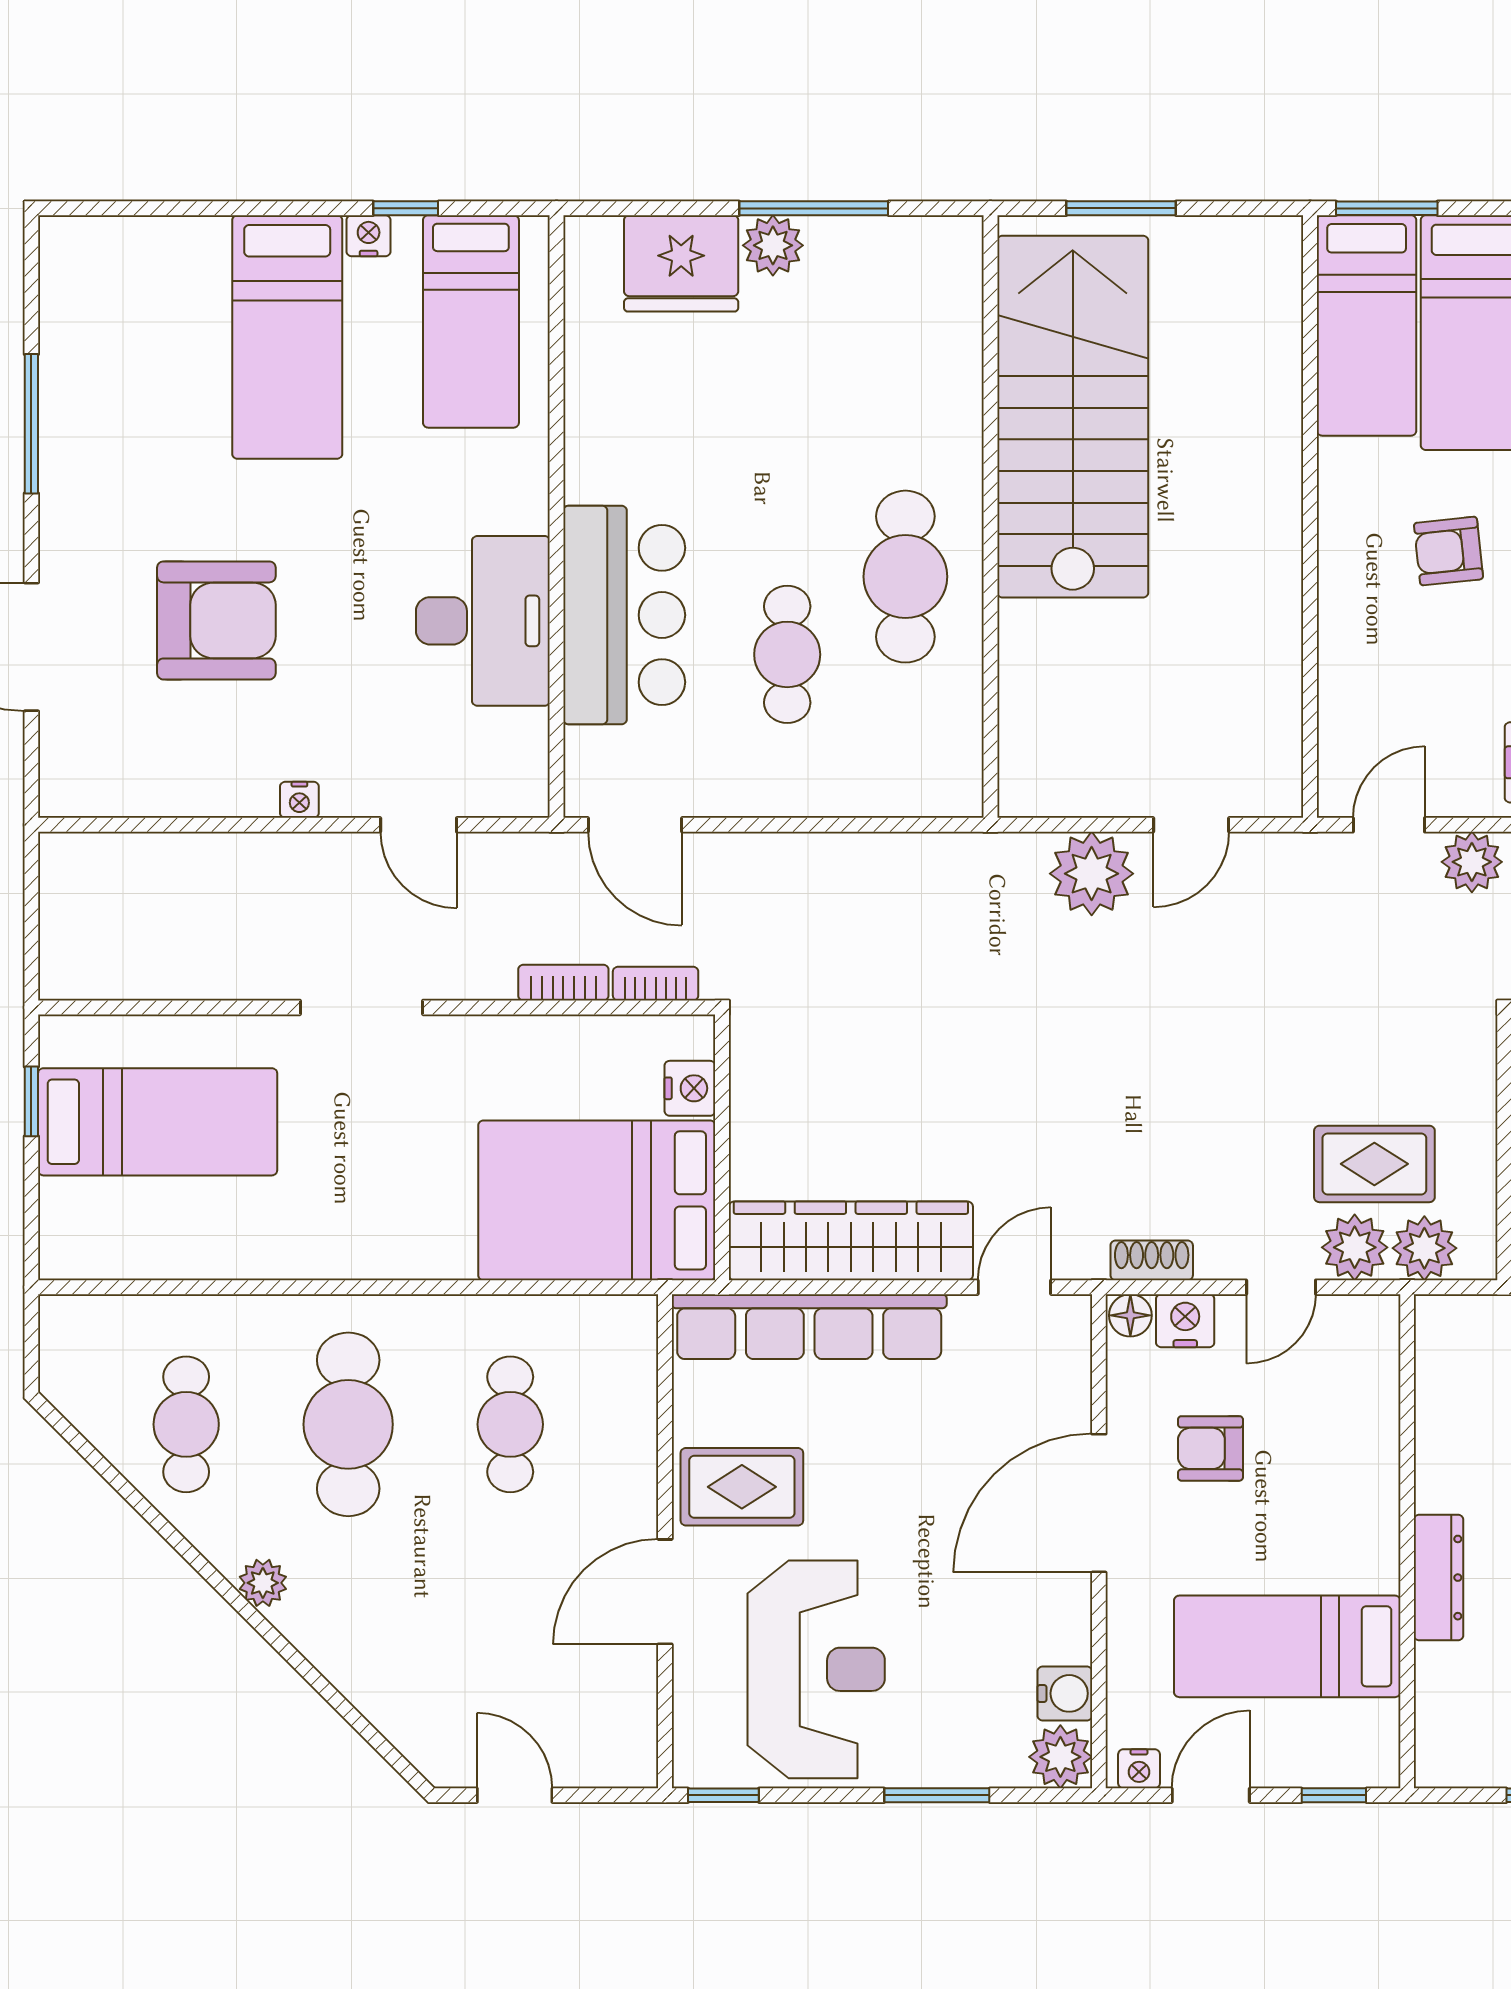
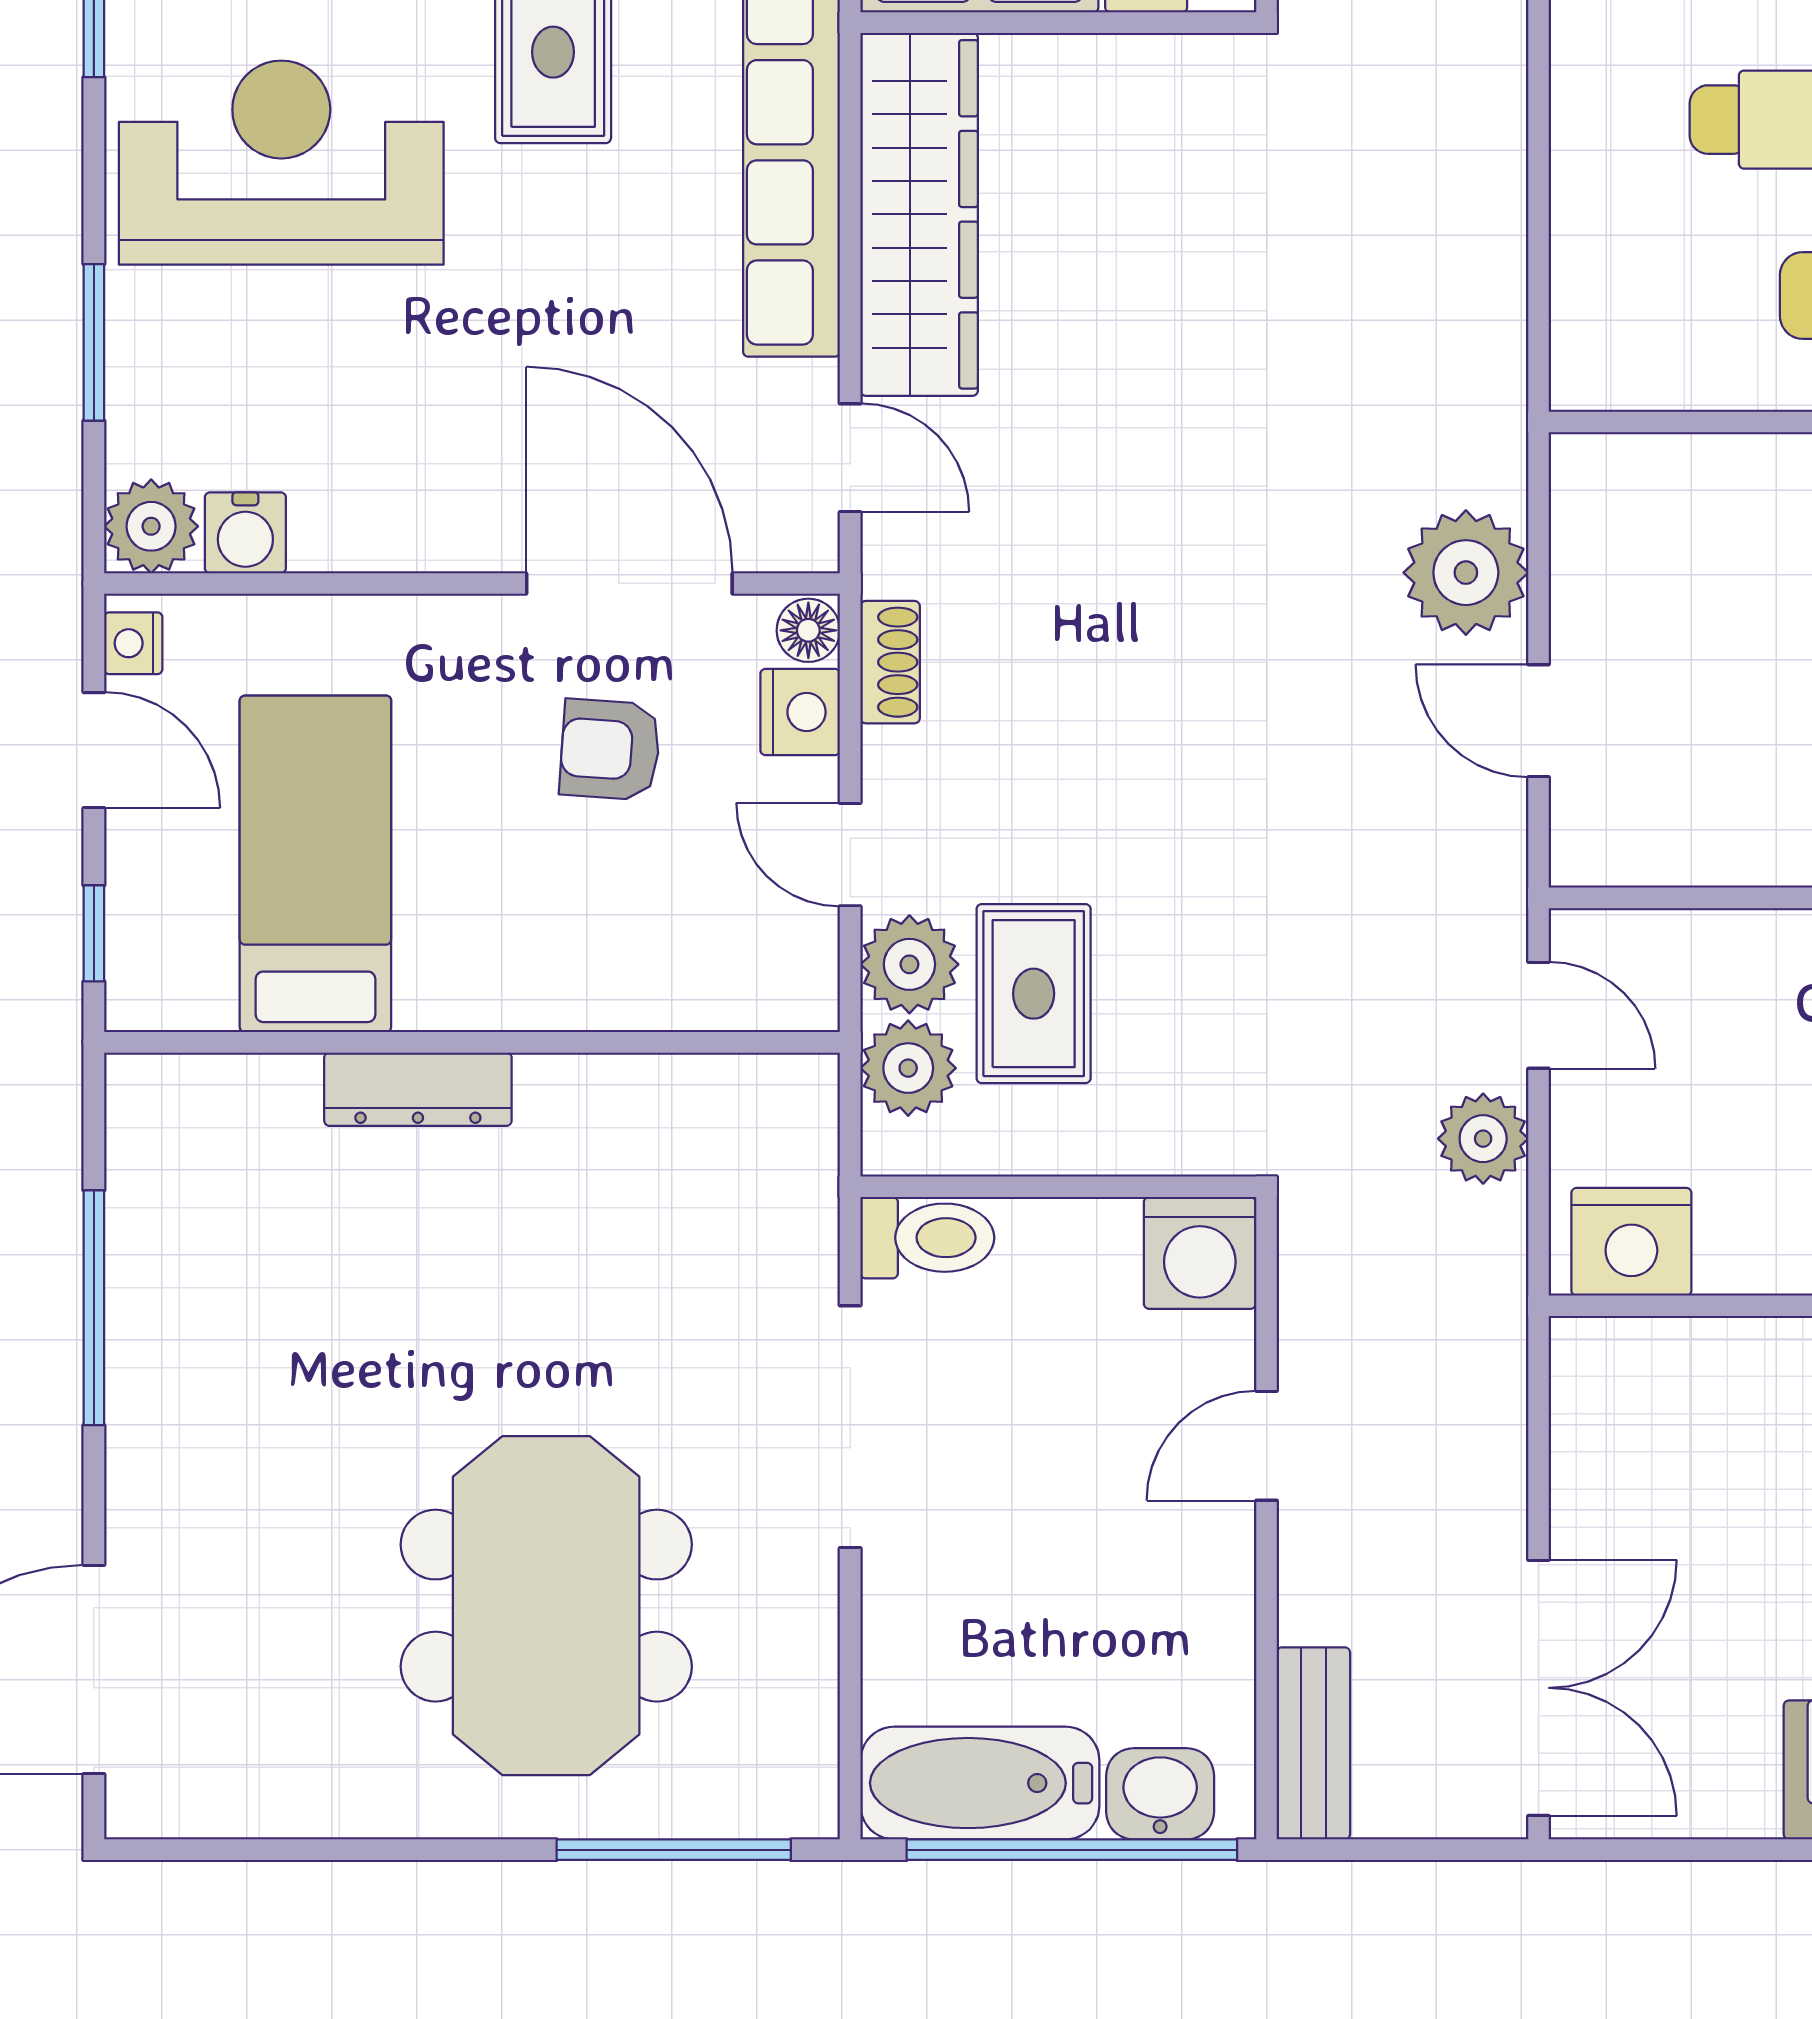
armchair: (1210, 1448) -> (610, 750), turned -86
door: (1099, 1503) -> (629, 583), moved
reception desk: (816, 1669) -> (281, 163), turned 180

